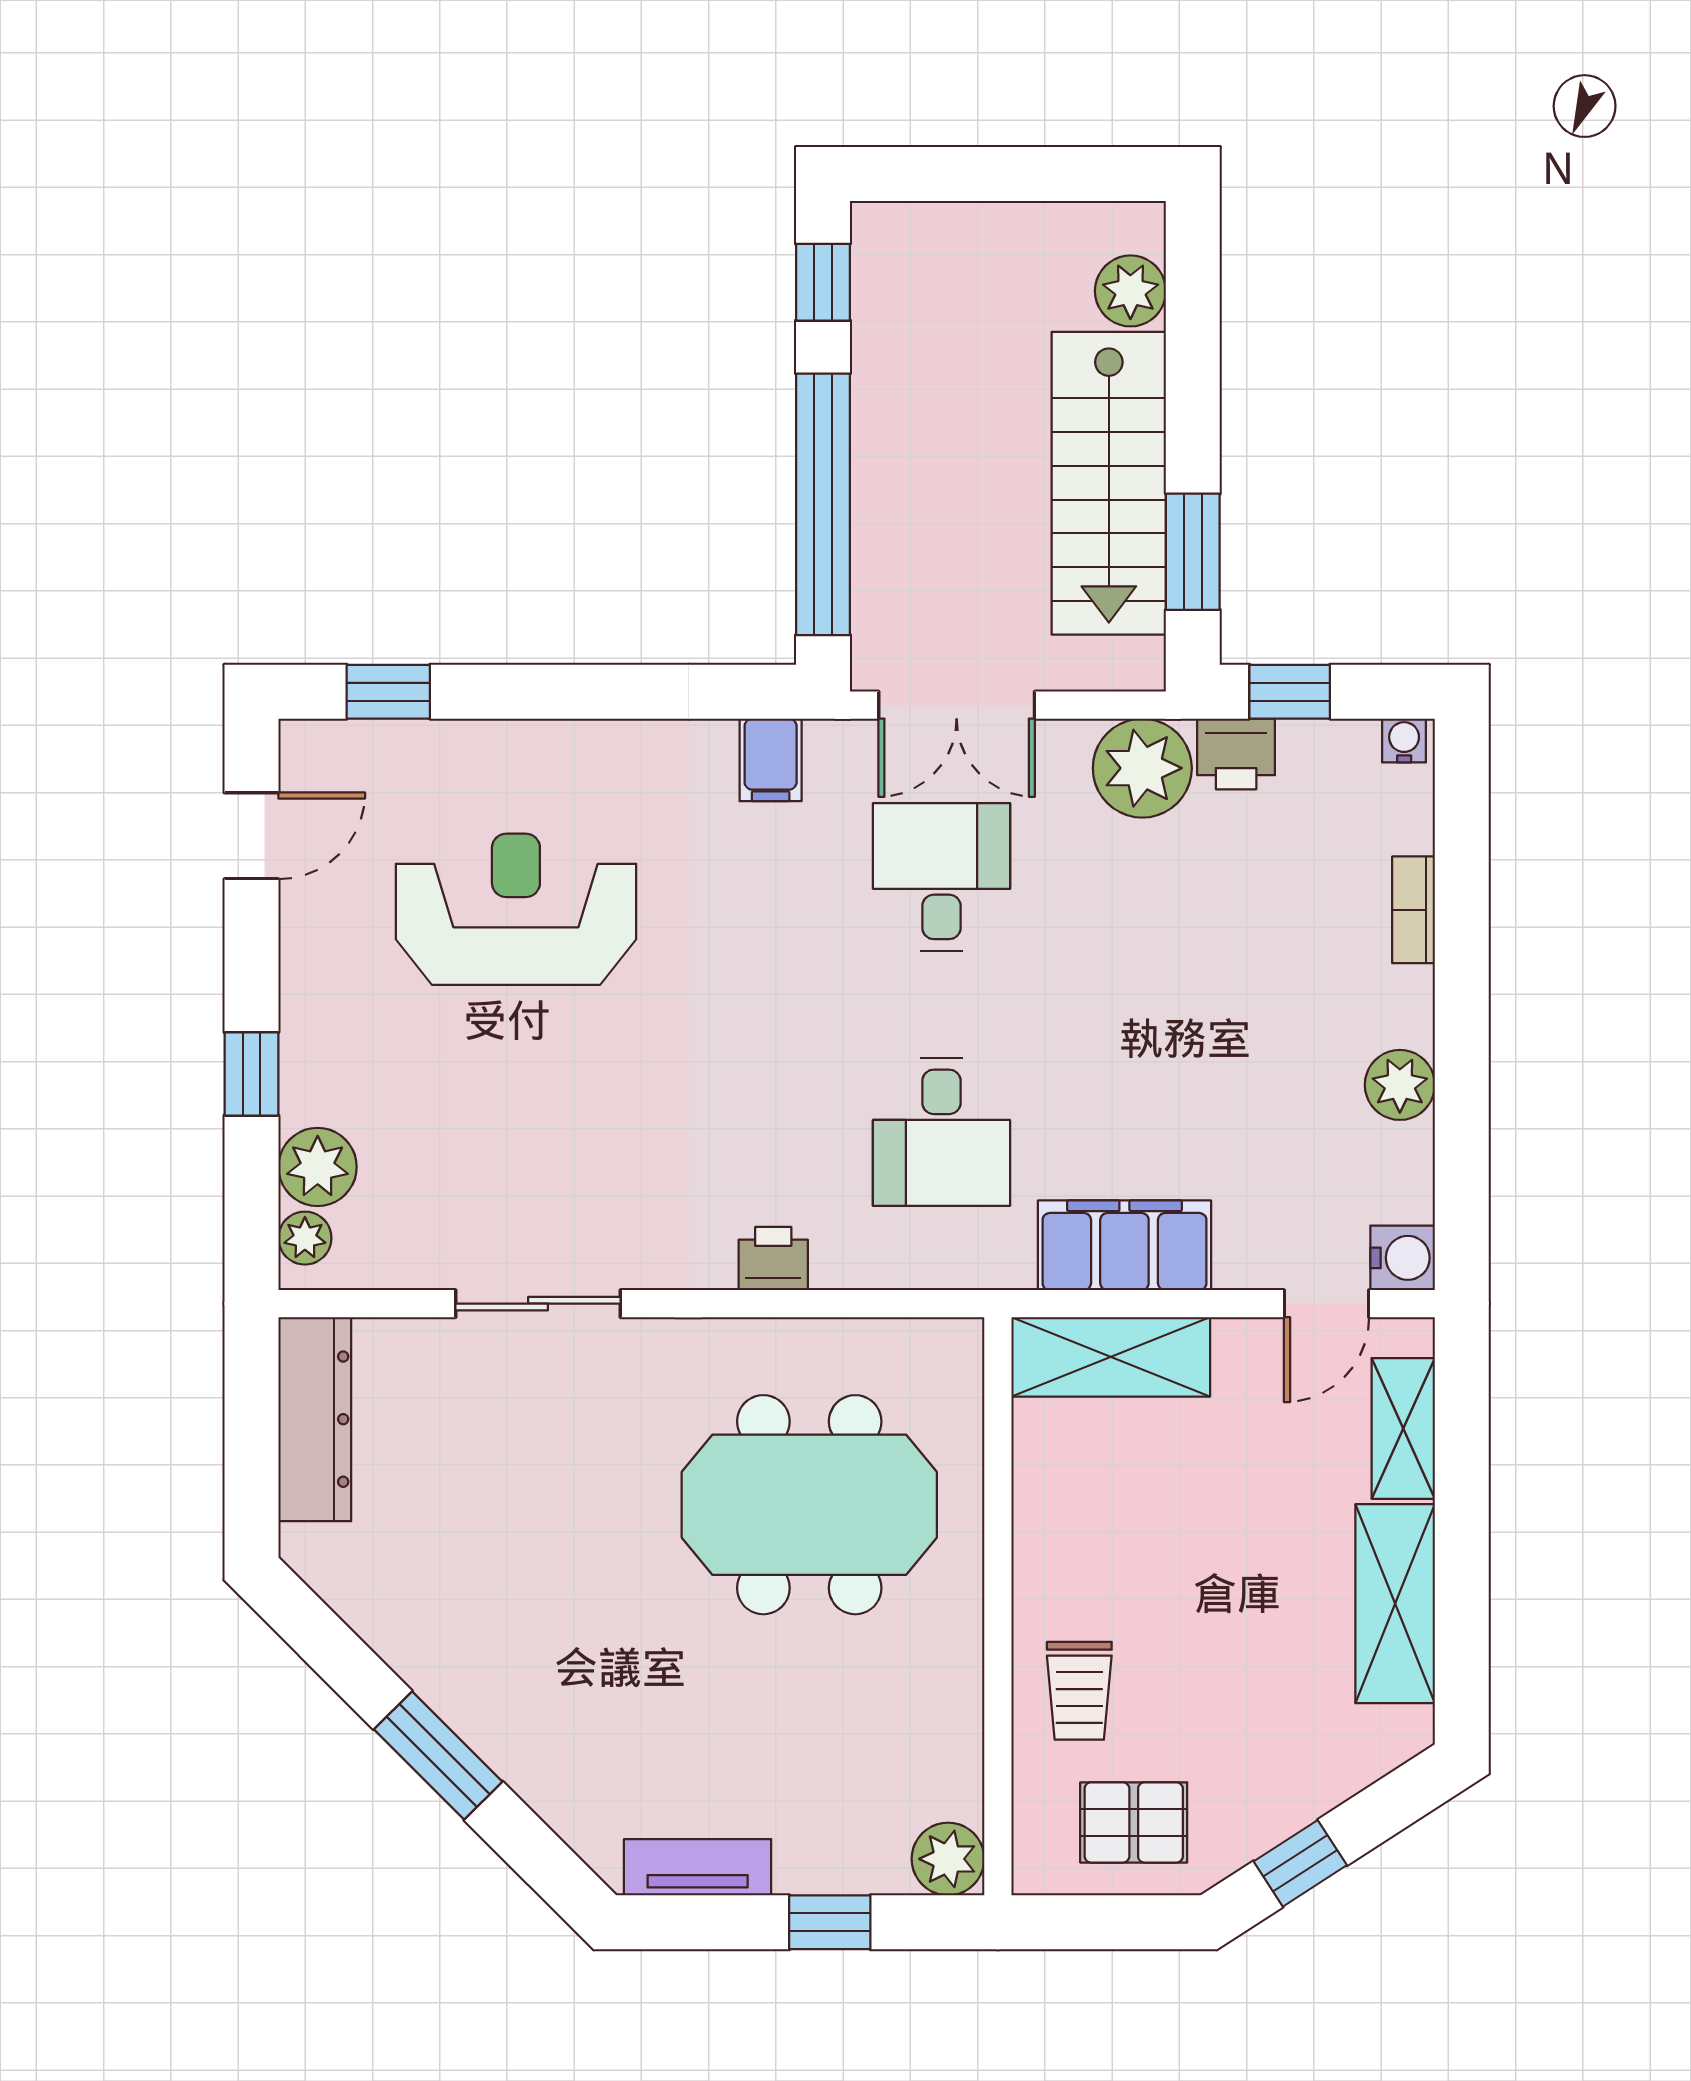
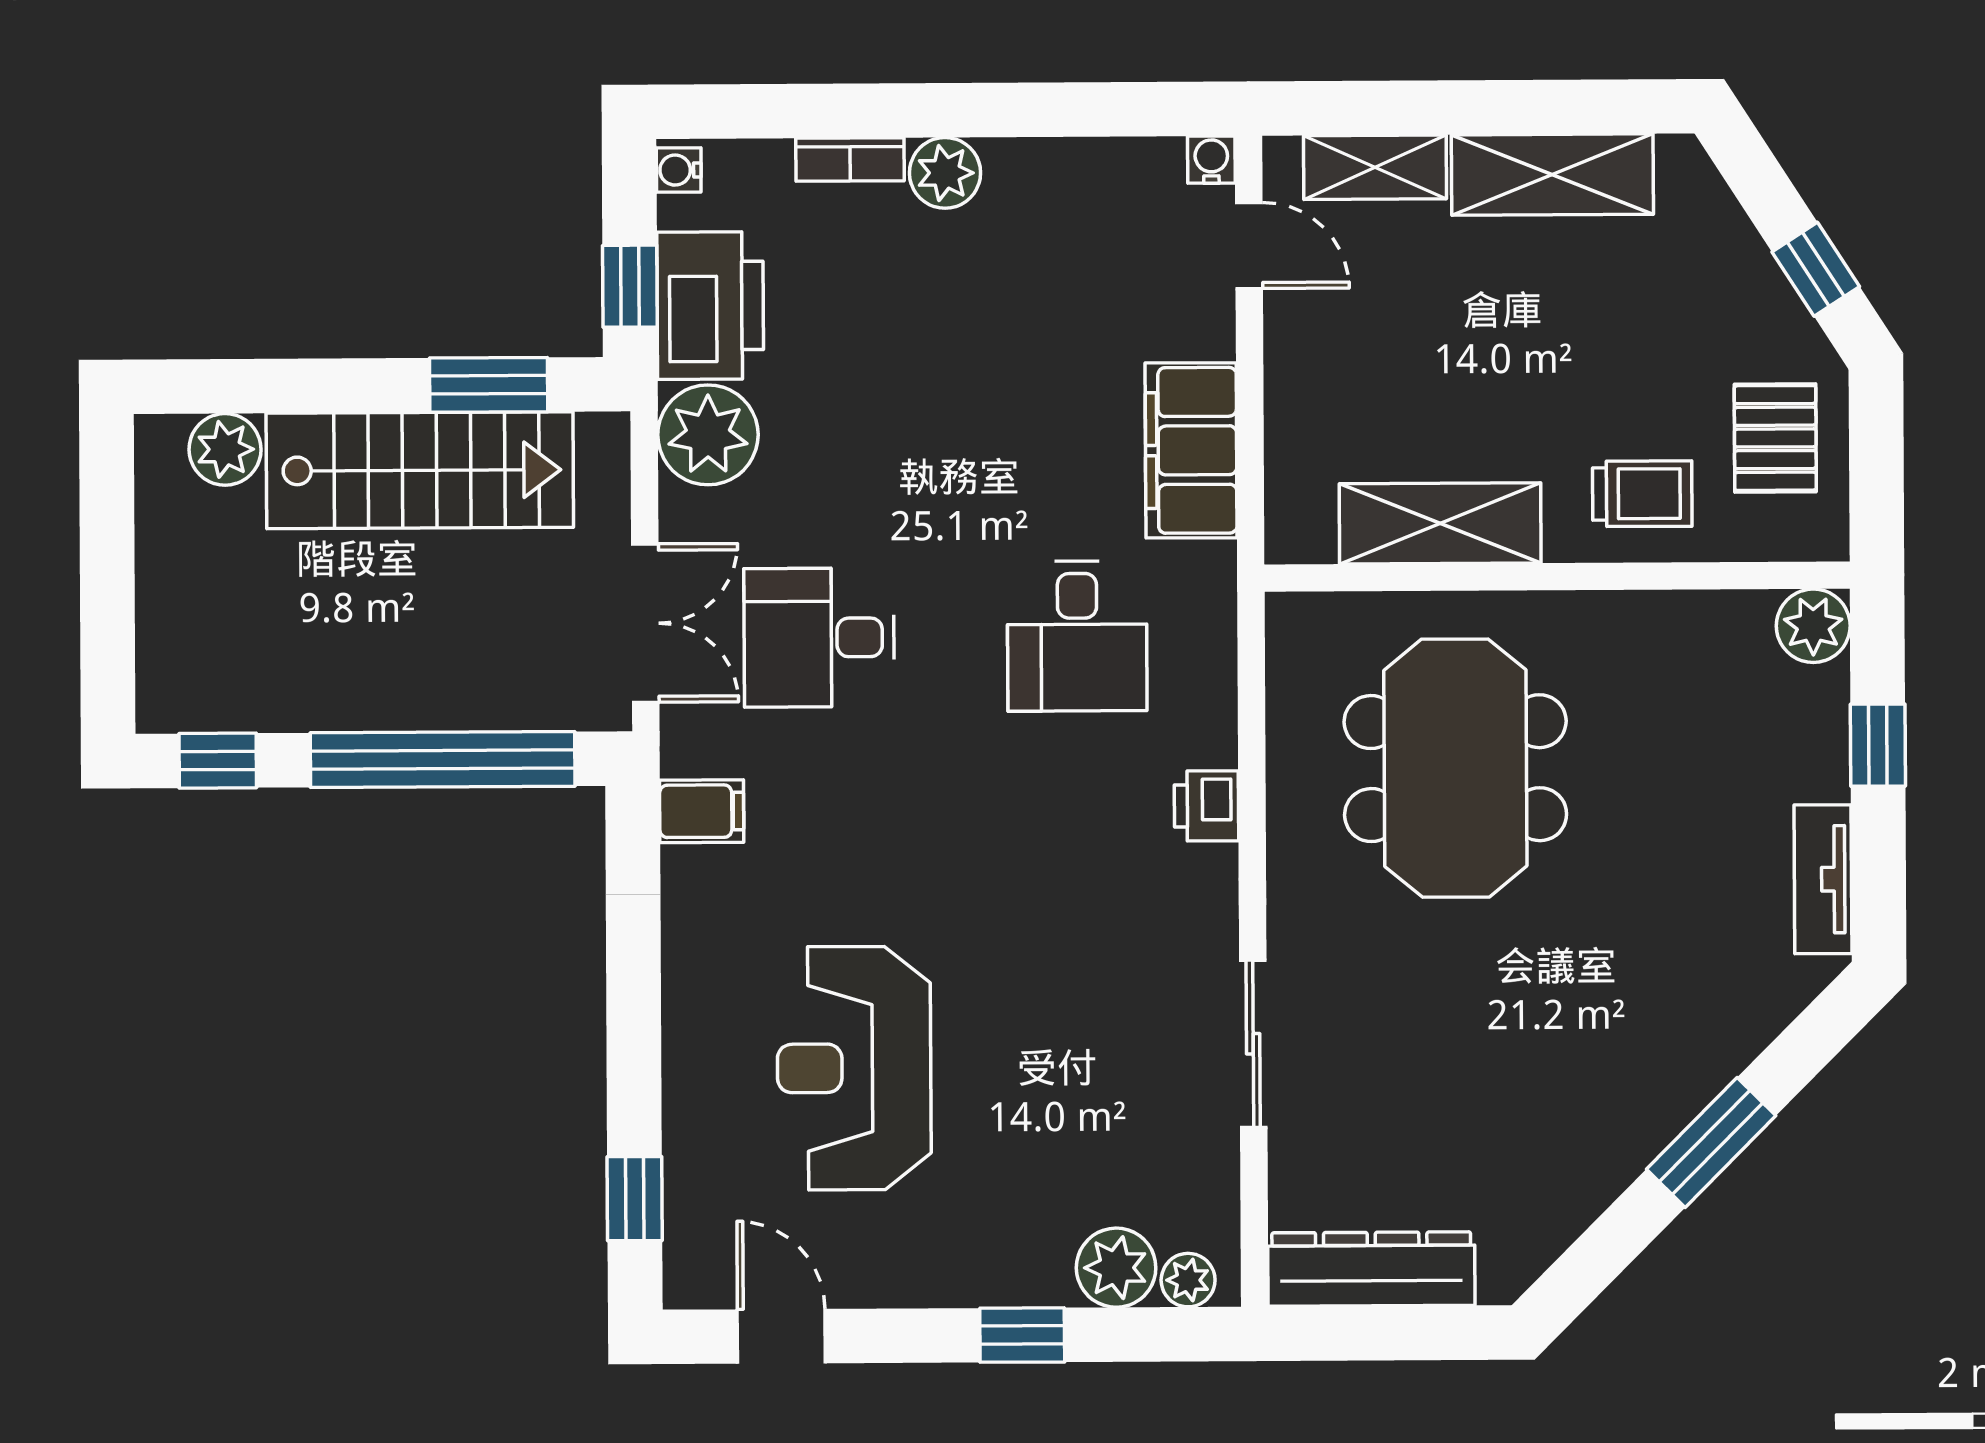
printer: (1236, 754) -> (710, 306), width x1.87, depth x1.48
plant: (1400, 1085) -> (945, 173), moved
desk: (941, 1132) -> (1077, 636), turned 90
water cooler: (1403, 1258) -> (1211, 160), width x0.72, depth x0.72
shelving: (1111, 1357) -> (1440, 523), moved, turned 90

